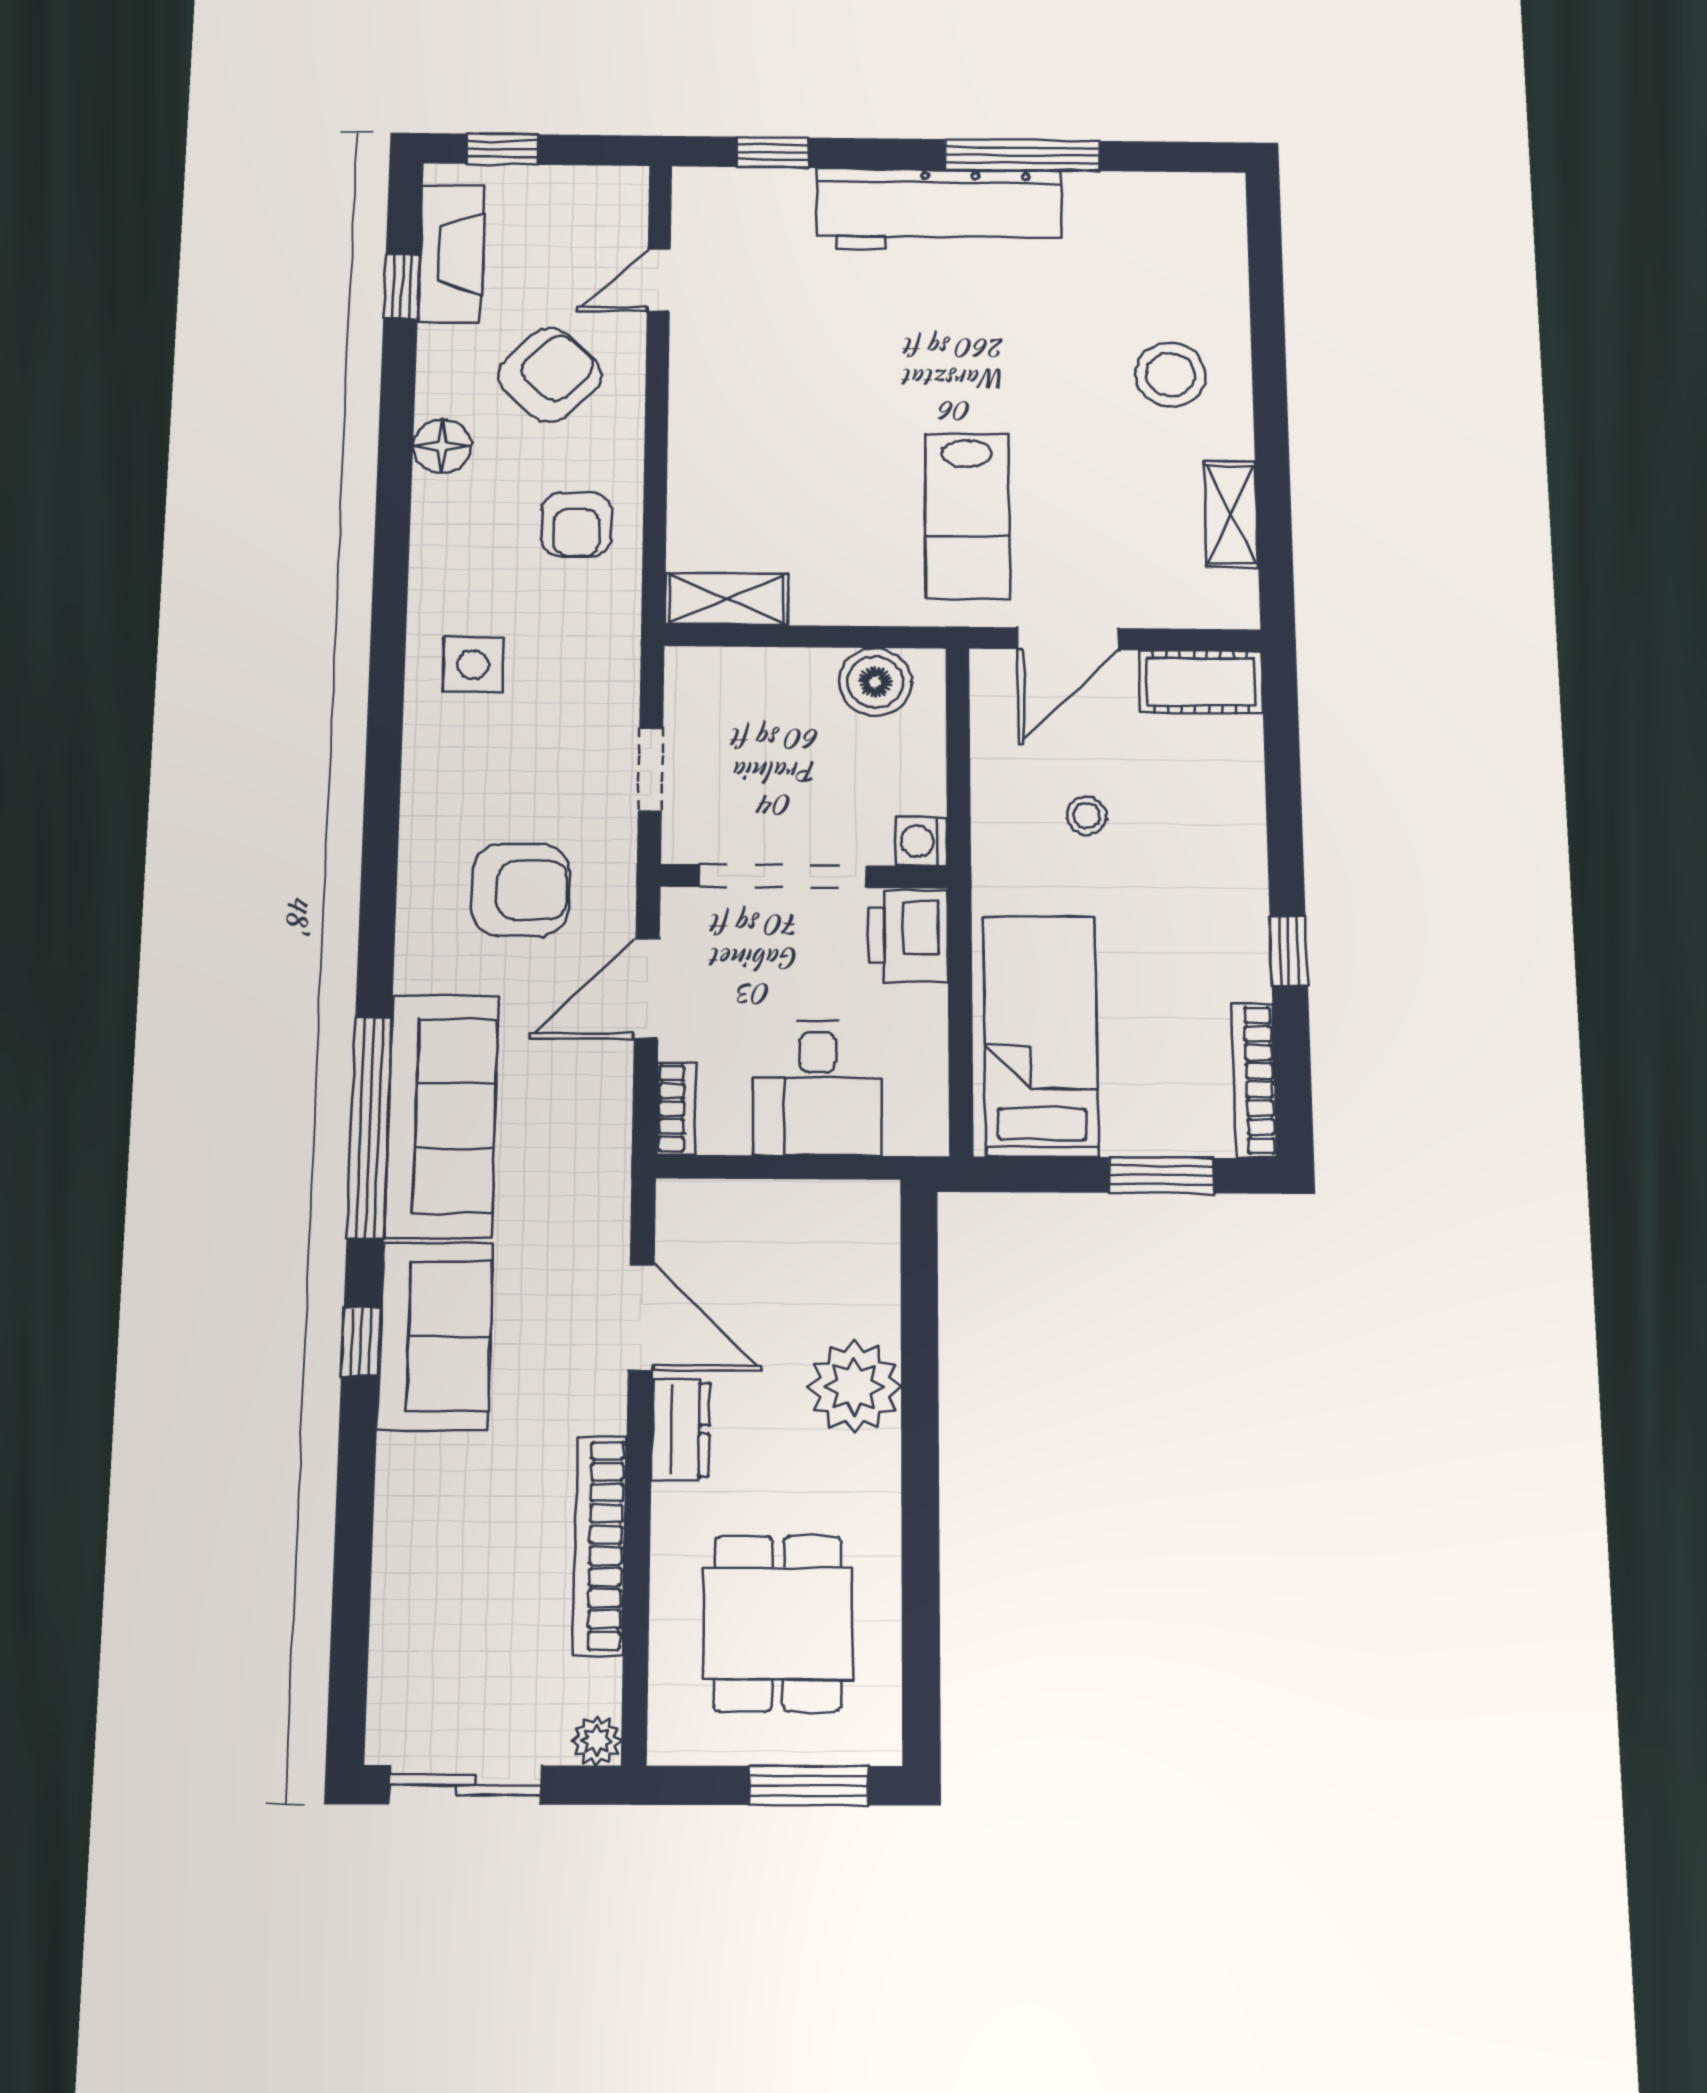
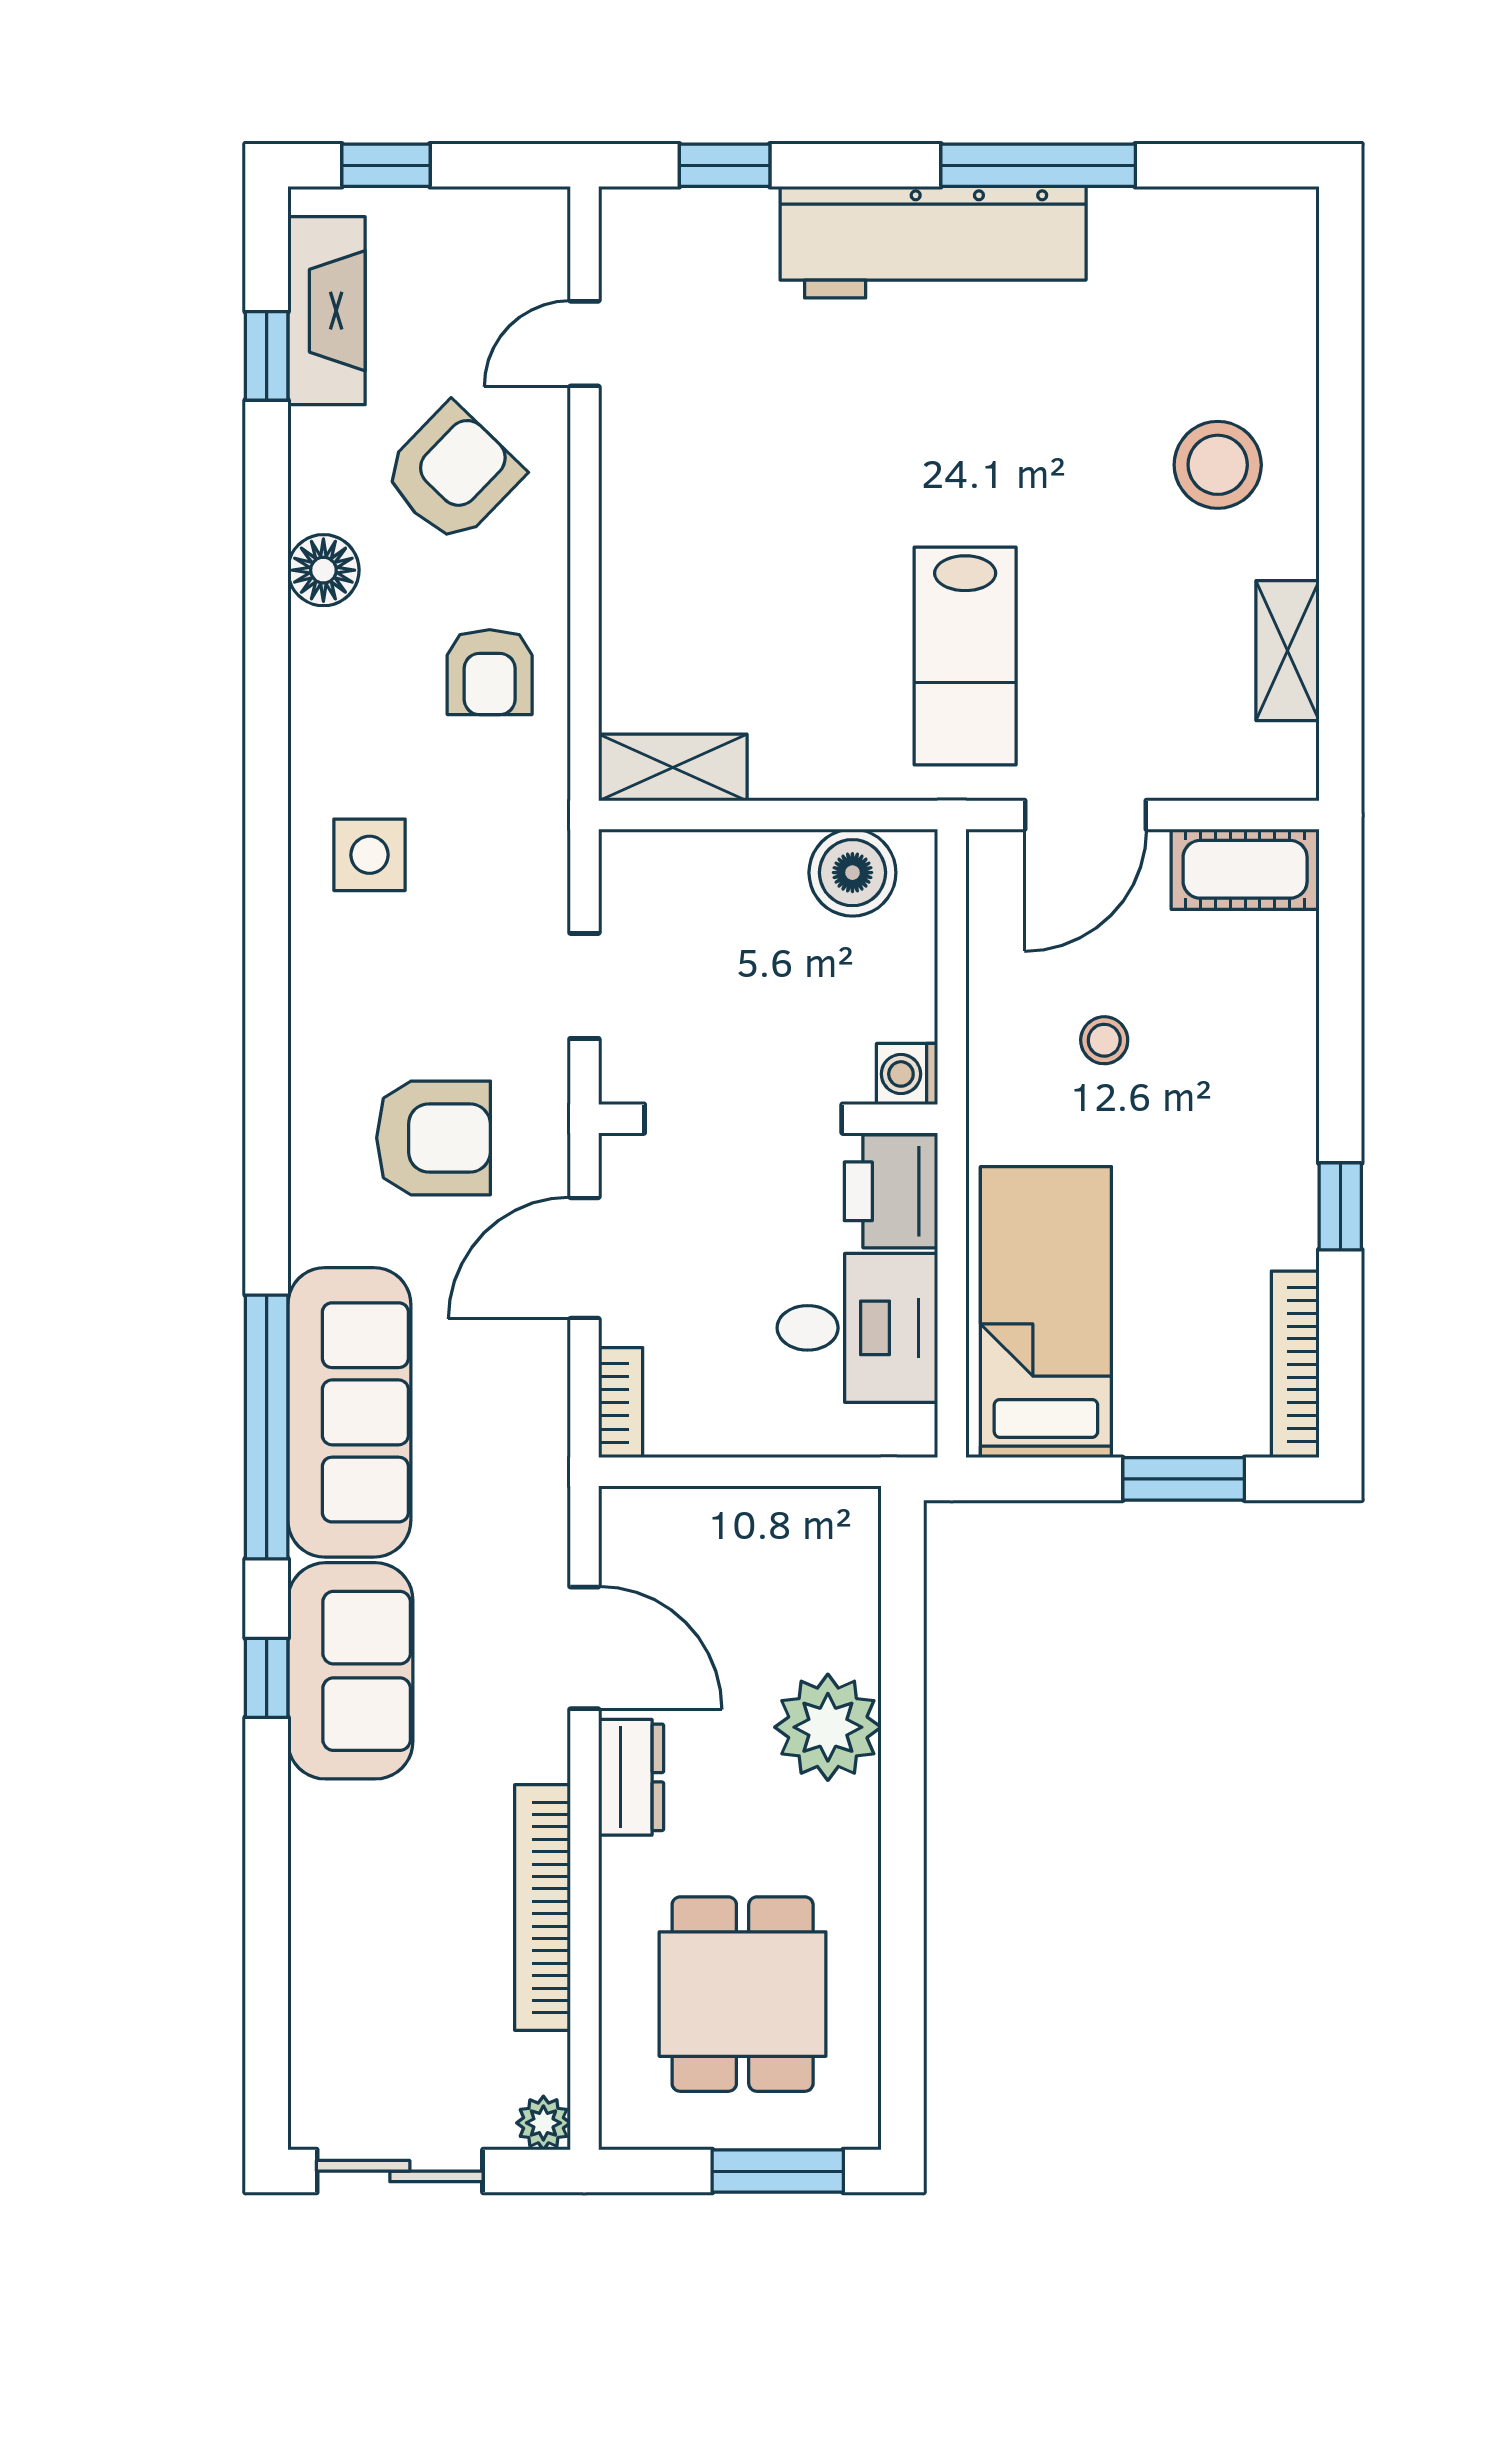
desk: (818, 1088) -> (857, 1328), moved, turned -90

